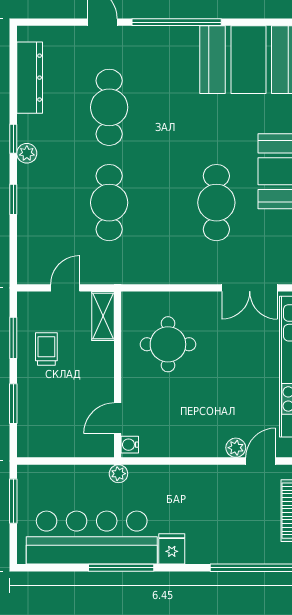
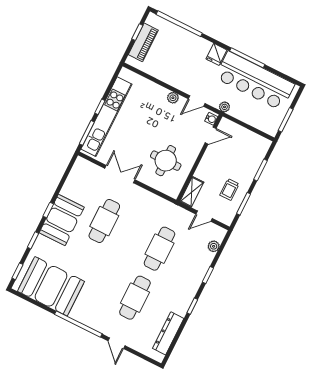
plant: (27, 153) -> (214, 246), moved
double door: (250, 288) -> (120, 174), moved
plant: (236, 448) -> (173, 98), moved
door: (261, 461) -> (197, 101), moved

